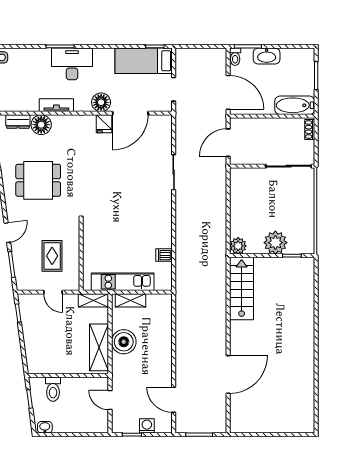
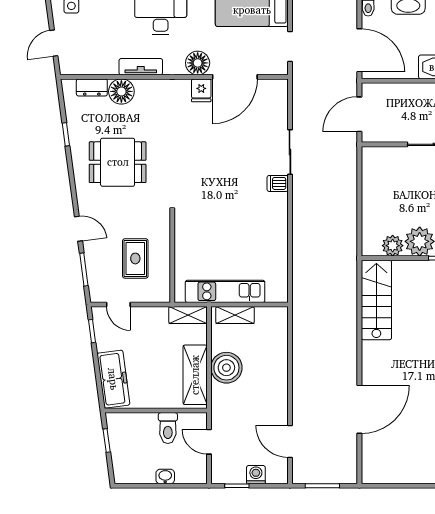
door: (7, 233) -> (78, 229), hinge flipped
plant: (238, 246) -> (393, 246), moved
dishwasher: (164, 255) -> (278, 183), moved
door: (53, 292) -> (118, 304), moved
freezer: (35, 351) -> (113, 379), added
toilet: (53, 389) -> (168, 428), moved
washbasin: (45, 427) -> (165, 476), moved

